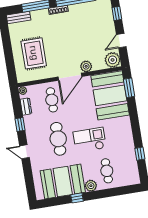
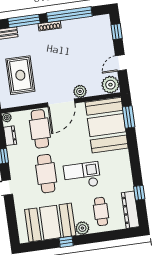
cafe table: (52, 100) -> (40, 129), width x1.37, depth x1.35
dresser: (132, 169) -> (130, 210), added

